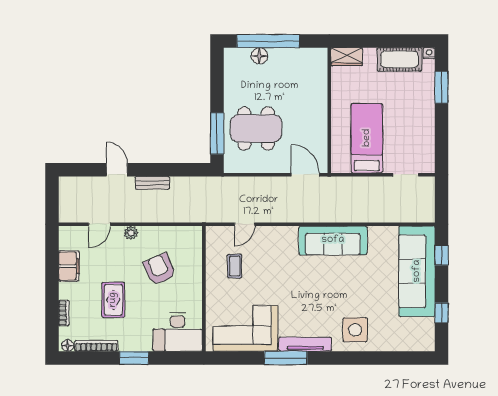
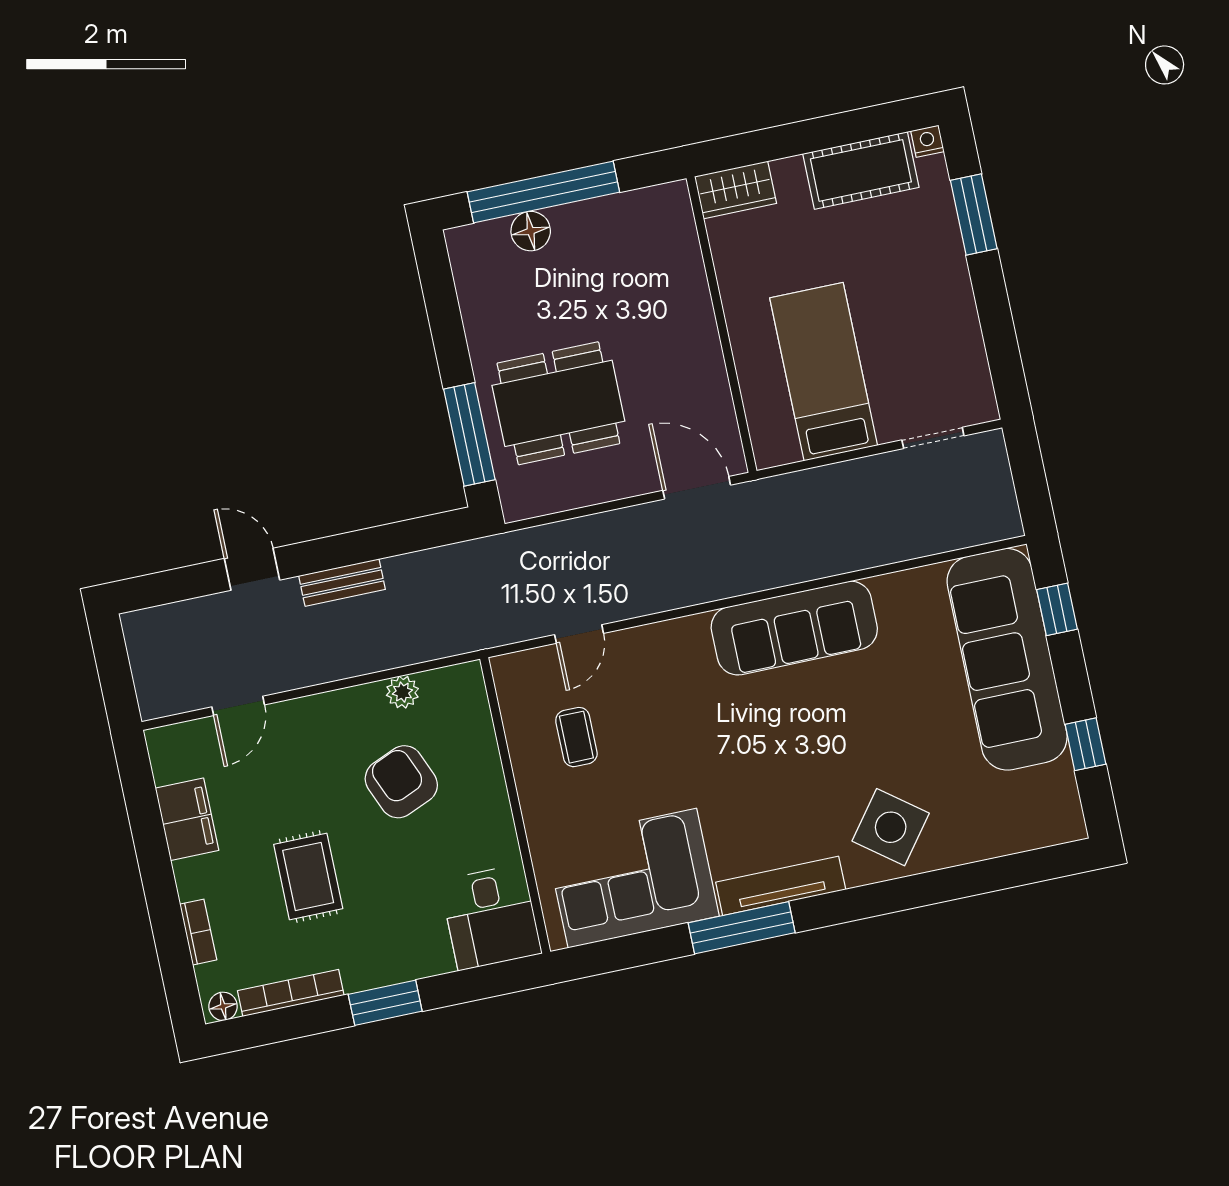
plant: (131, 233) -> (402, 692), moved
side table: (355, 330) -> (891, 827), turned 37
desk: (178, 332) -> (491, 917), width x0.73

